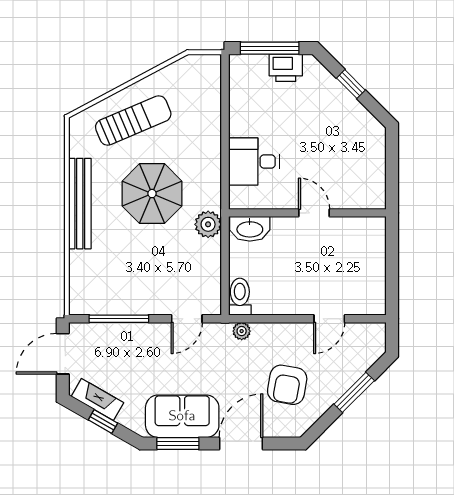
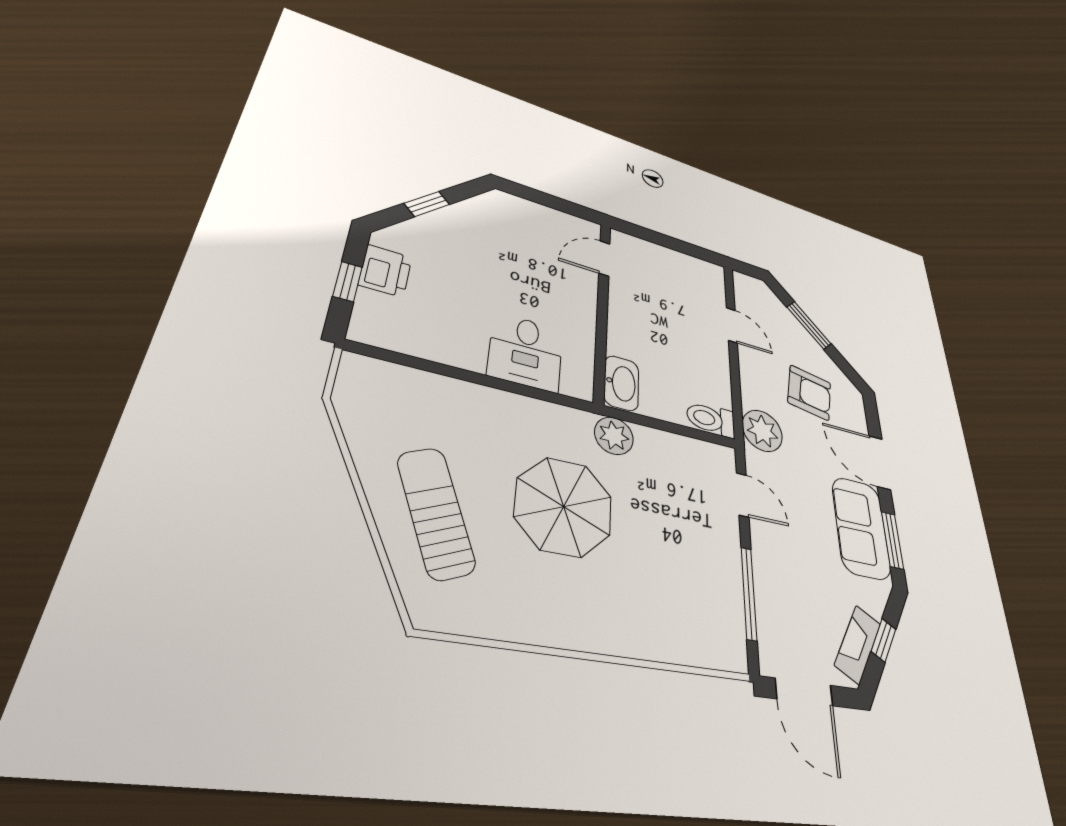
window: (270, 48) -> (348, 282), width x0.46
bench: (80, 204) -> (573, 630), removed
door: (314, 213) -> (604, 258), moved
plant: (242, 331) -> (762, 431), width x1.88, depth x1.88

